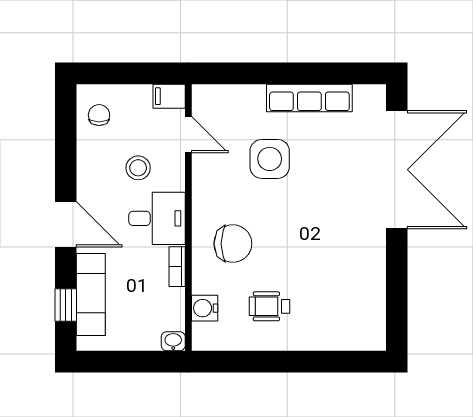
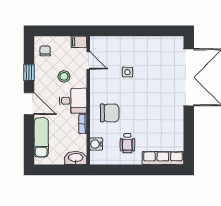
row of seats: (309, 98) -> (163, 158), moved, turned 180
side table: (270, 159) -> (127, 72), width x0.54, depth x0.54
window: (66, 305) -> (29, 73), moved
wheelchair: (270, 306) -> (127, 143), turned -90
washbasin: (173, 341) -> (76, 158), width x1.91, depth x1.45

